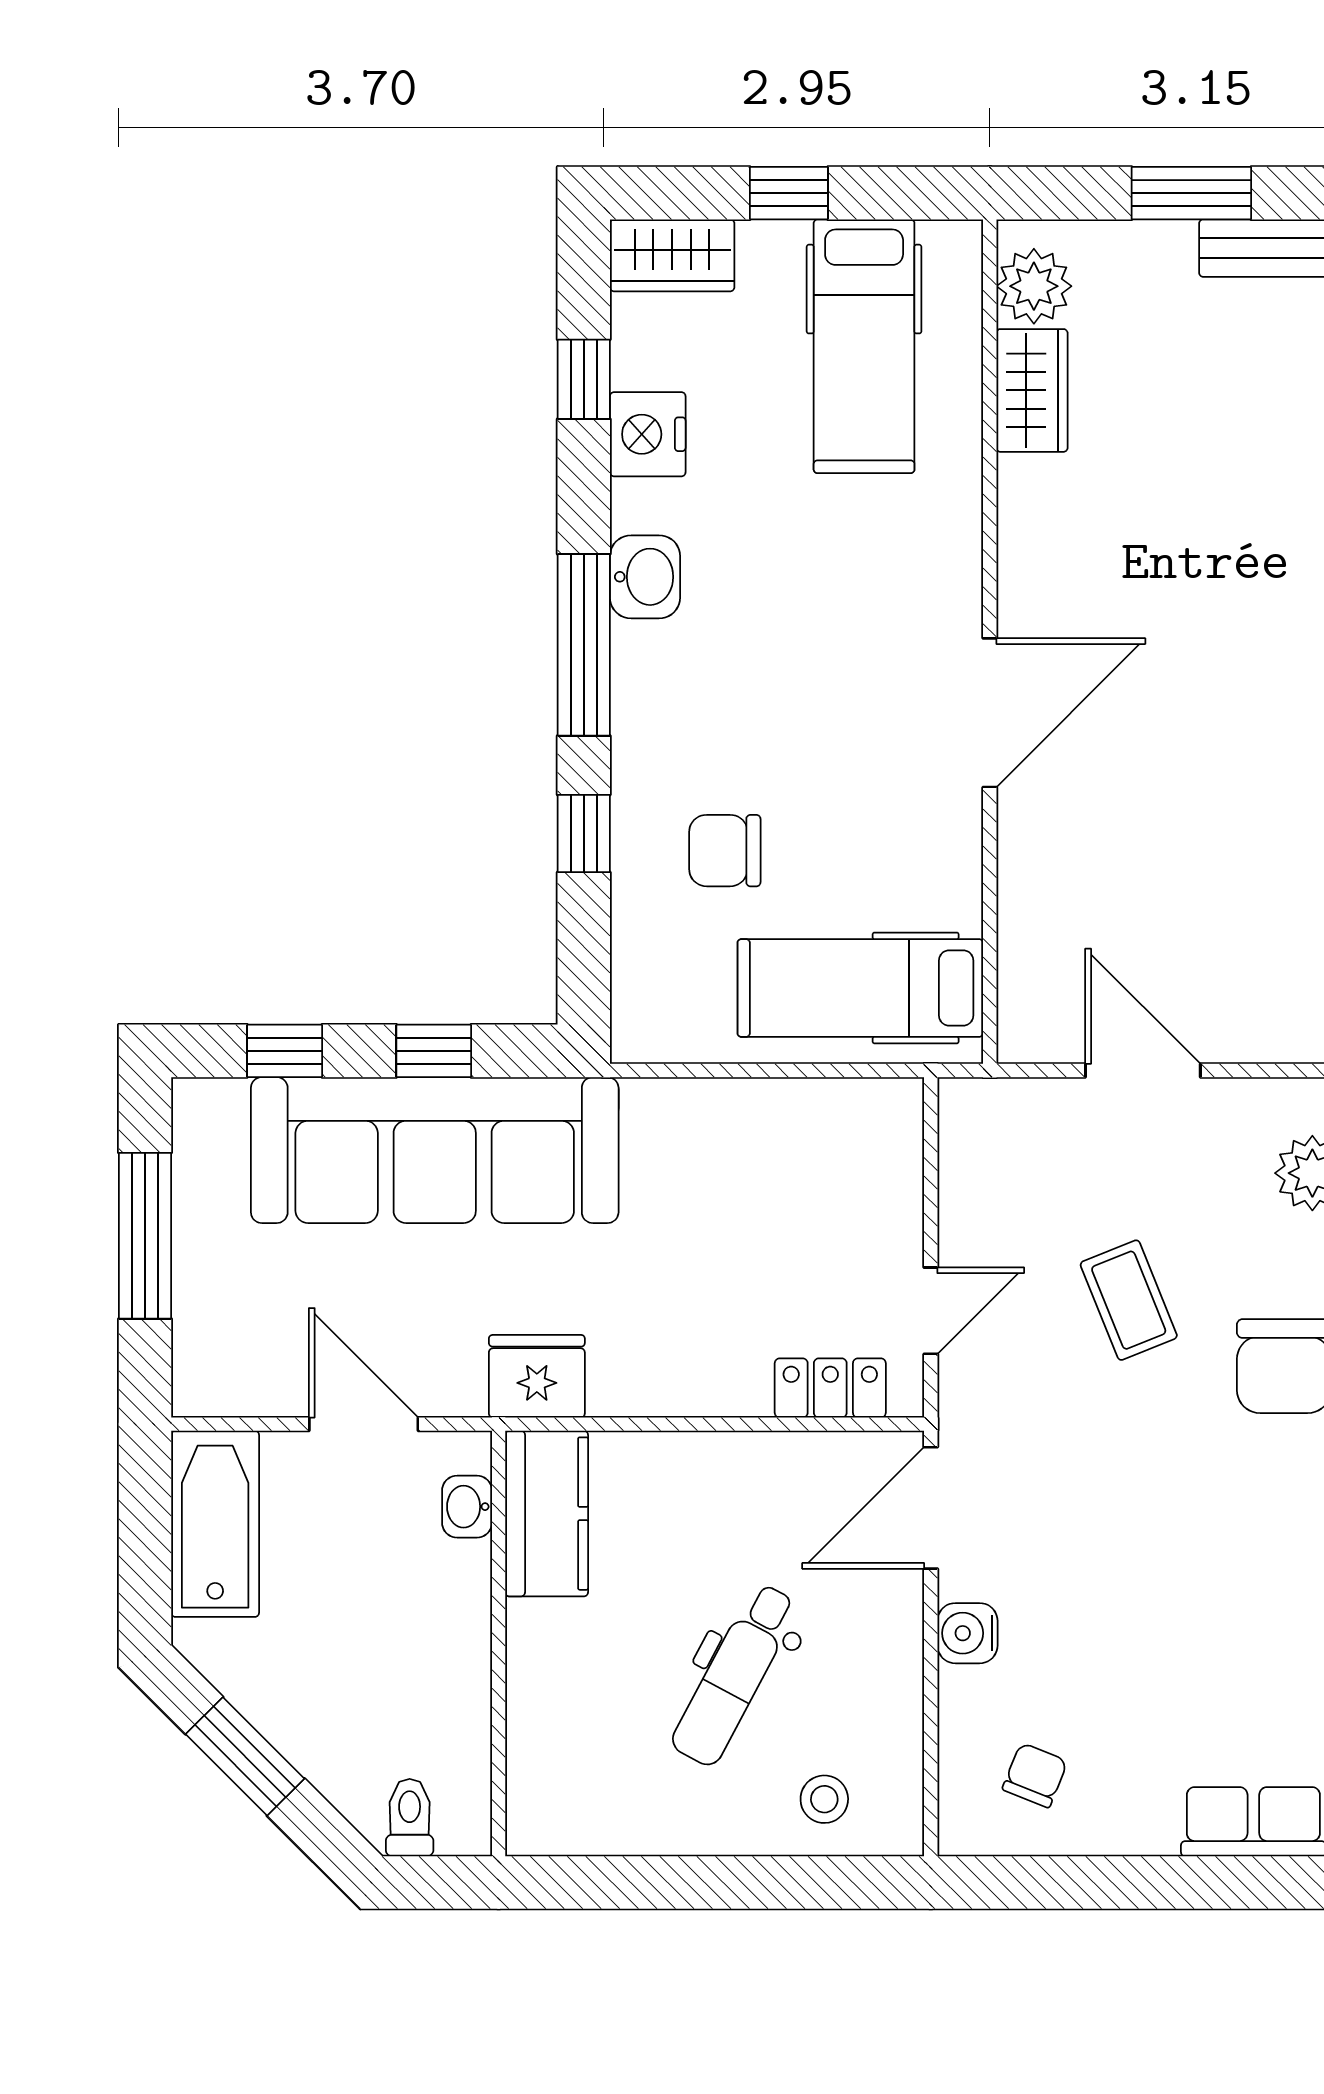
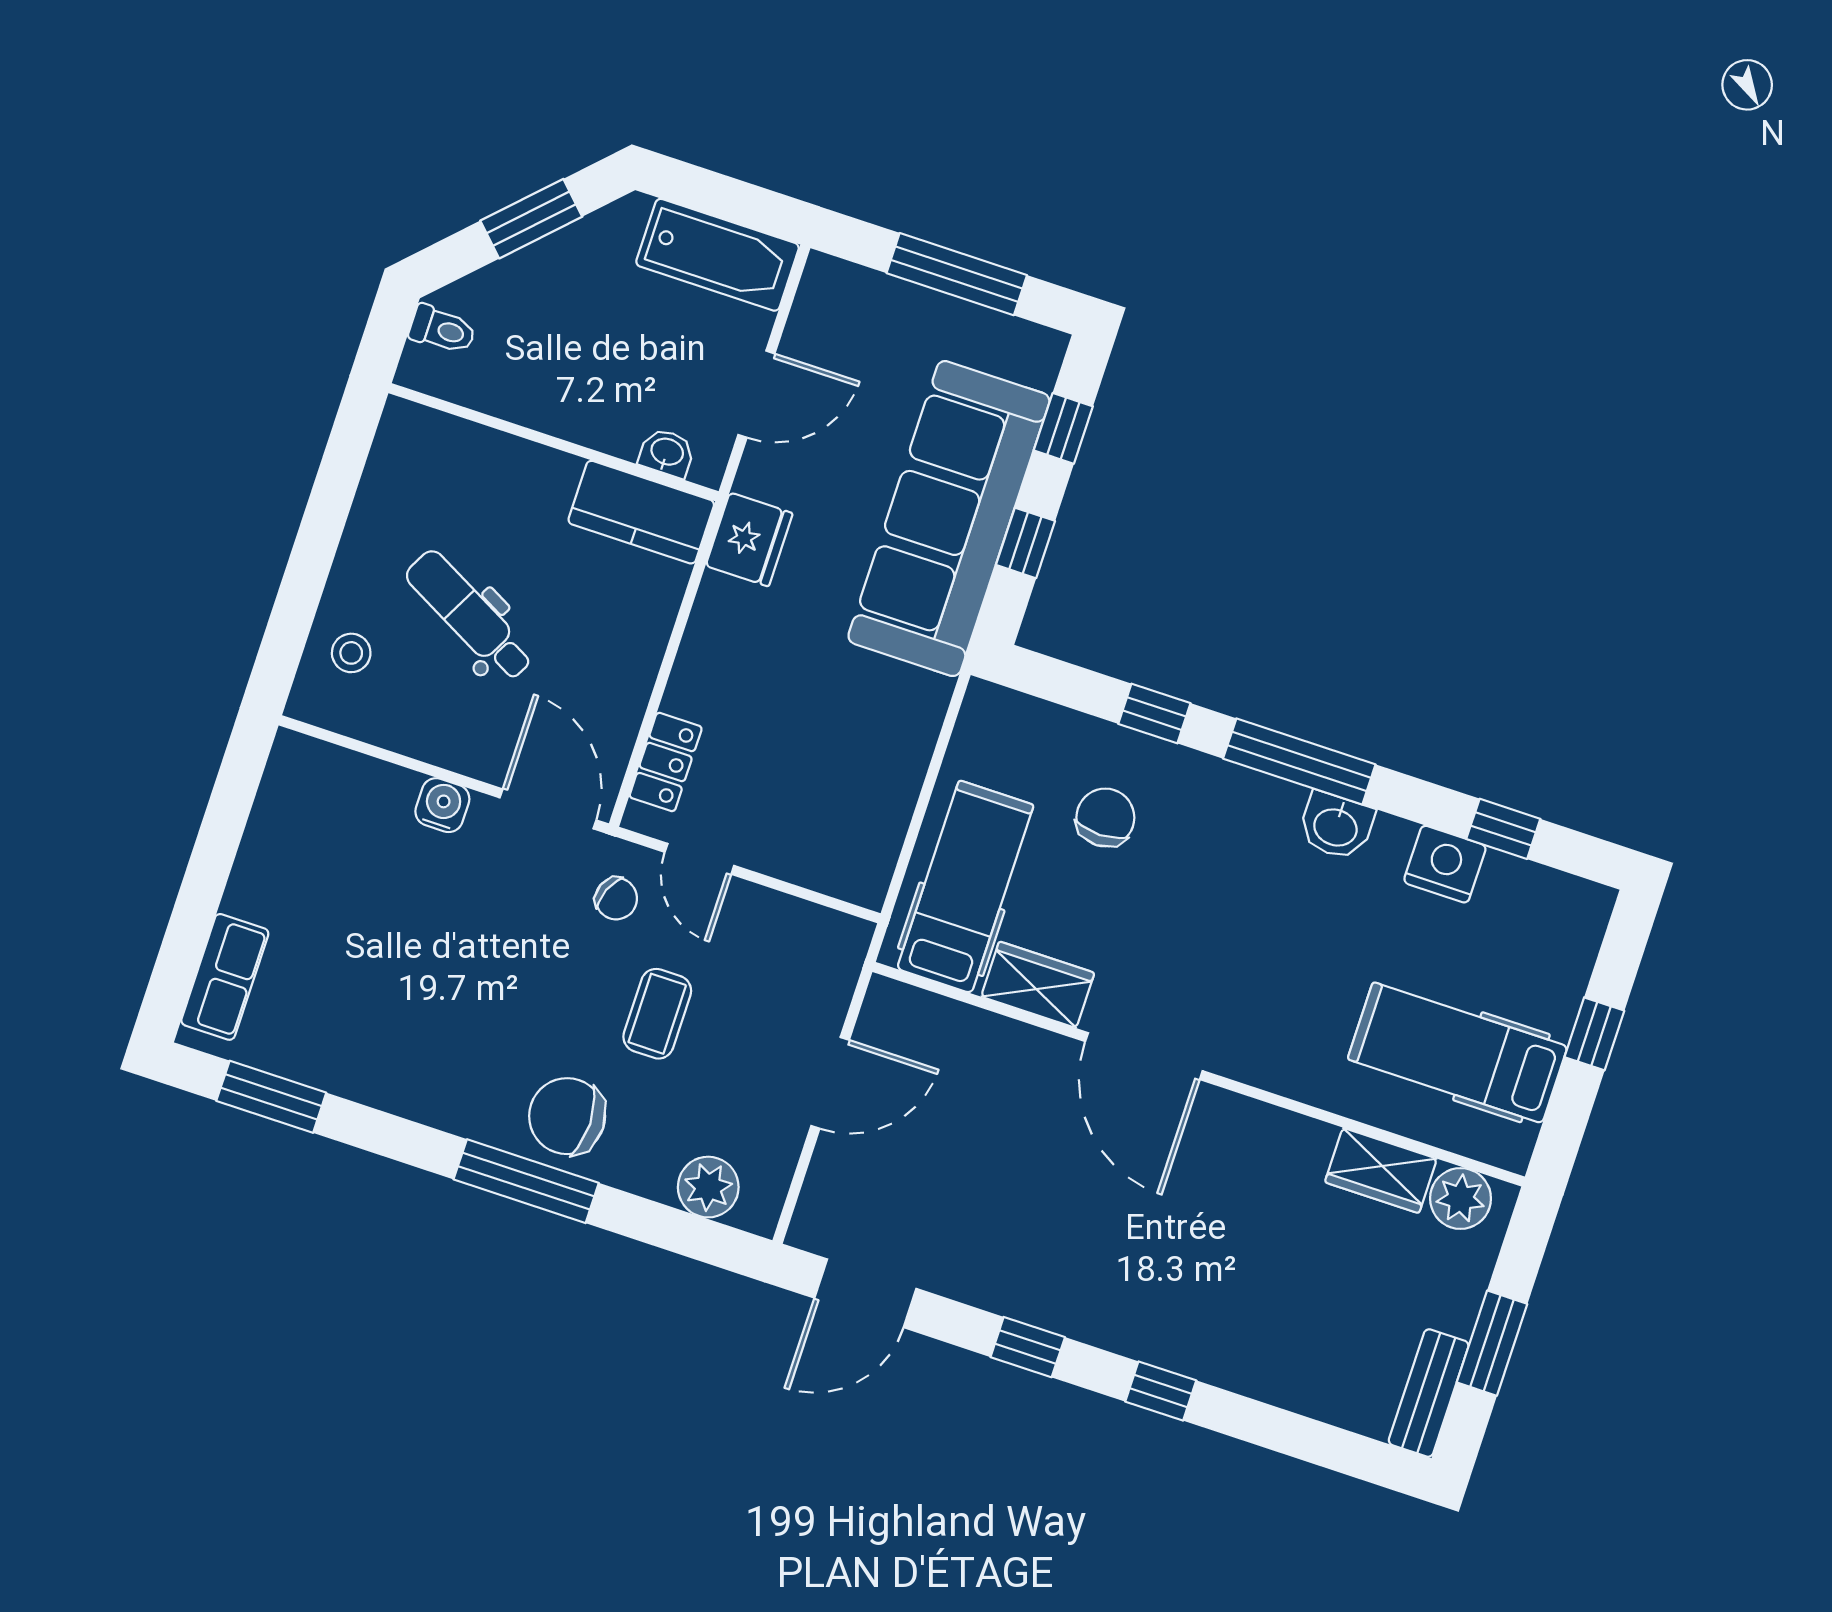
wardrobe: (672, 255) -> (1038, 985), moved, turned 90
coffee table: (1129, 1300) -> (657, 1014), turned -68
chair: (1035, 1775) -> (616, 899), moved

